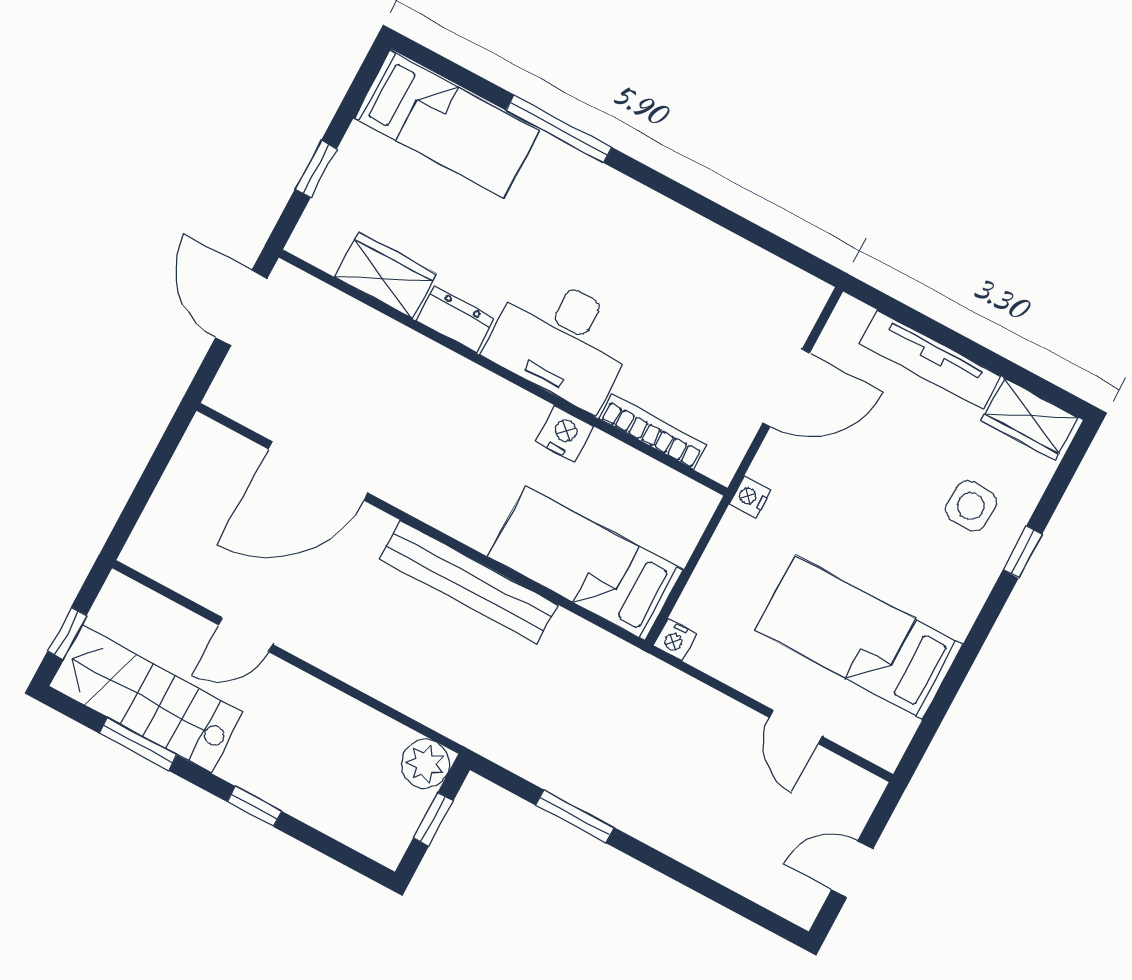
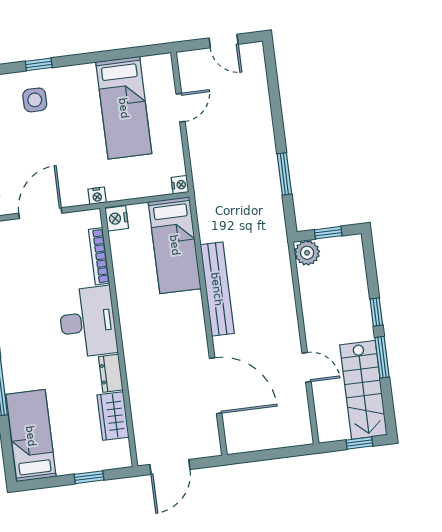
door: (786, 388) -> (40, 213), hinge flipped
nightstand: (564, 434) -> (117, 218), moved
window: (138, 744) -> (382, 357), moved

